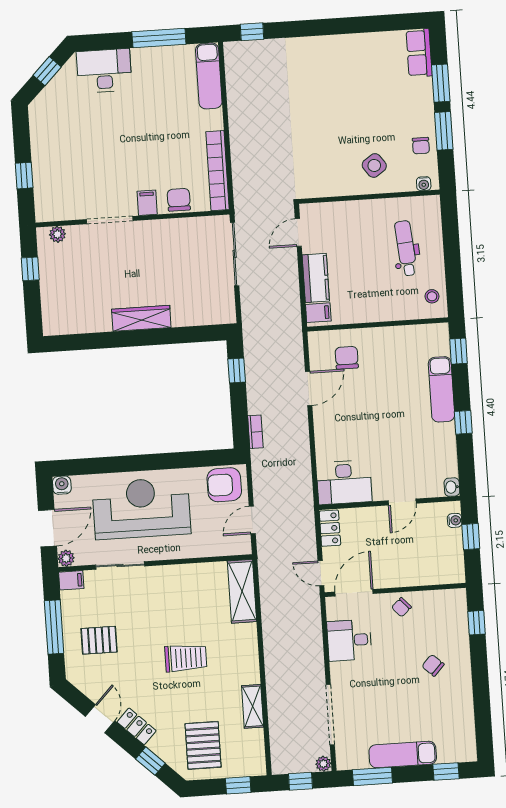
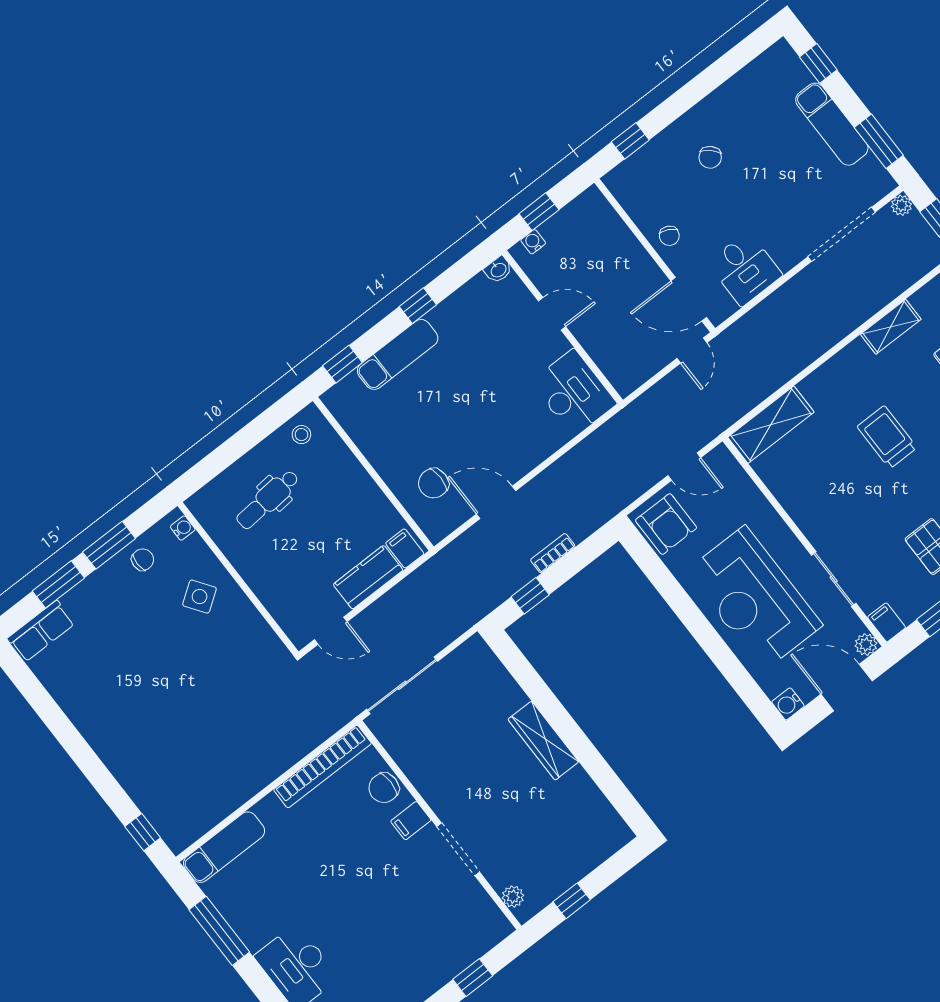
bookcase: (255, 432) -> (553, 553), moved
locker: (330, 528) -> (635, 374), removed
chair: (401, 607) -> (669, 236), turned 69

